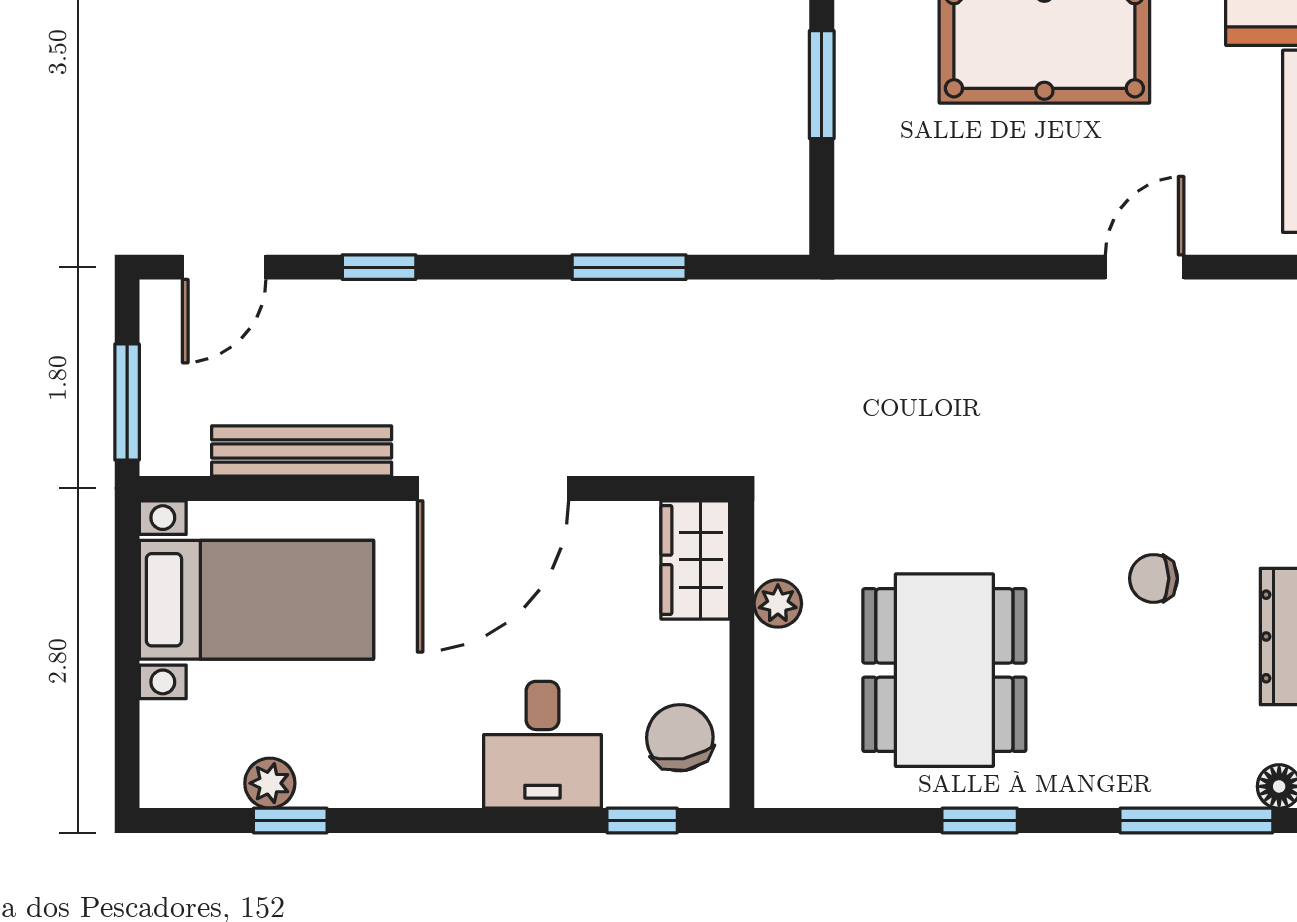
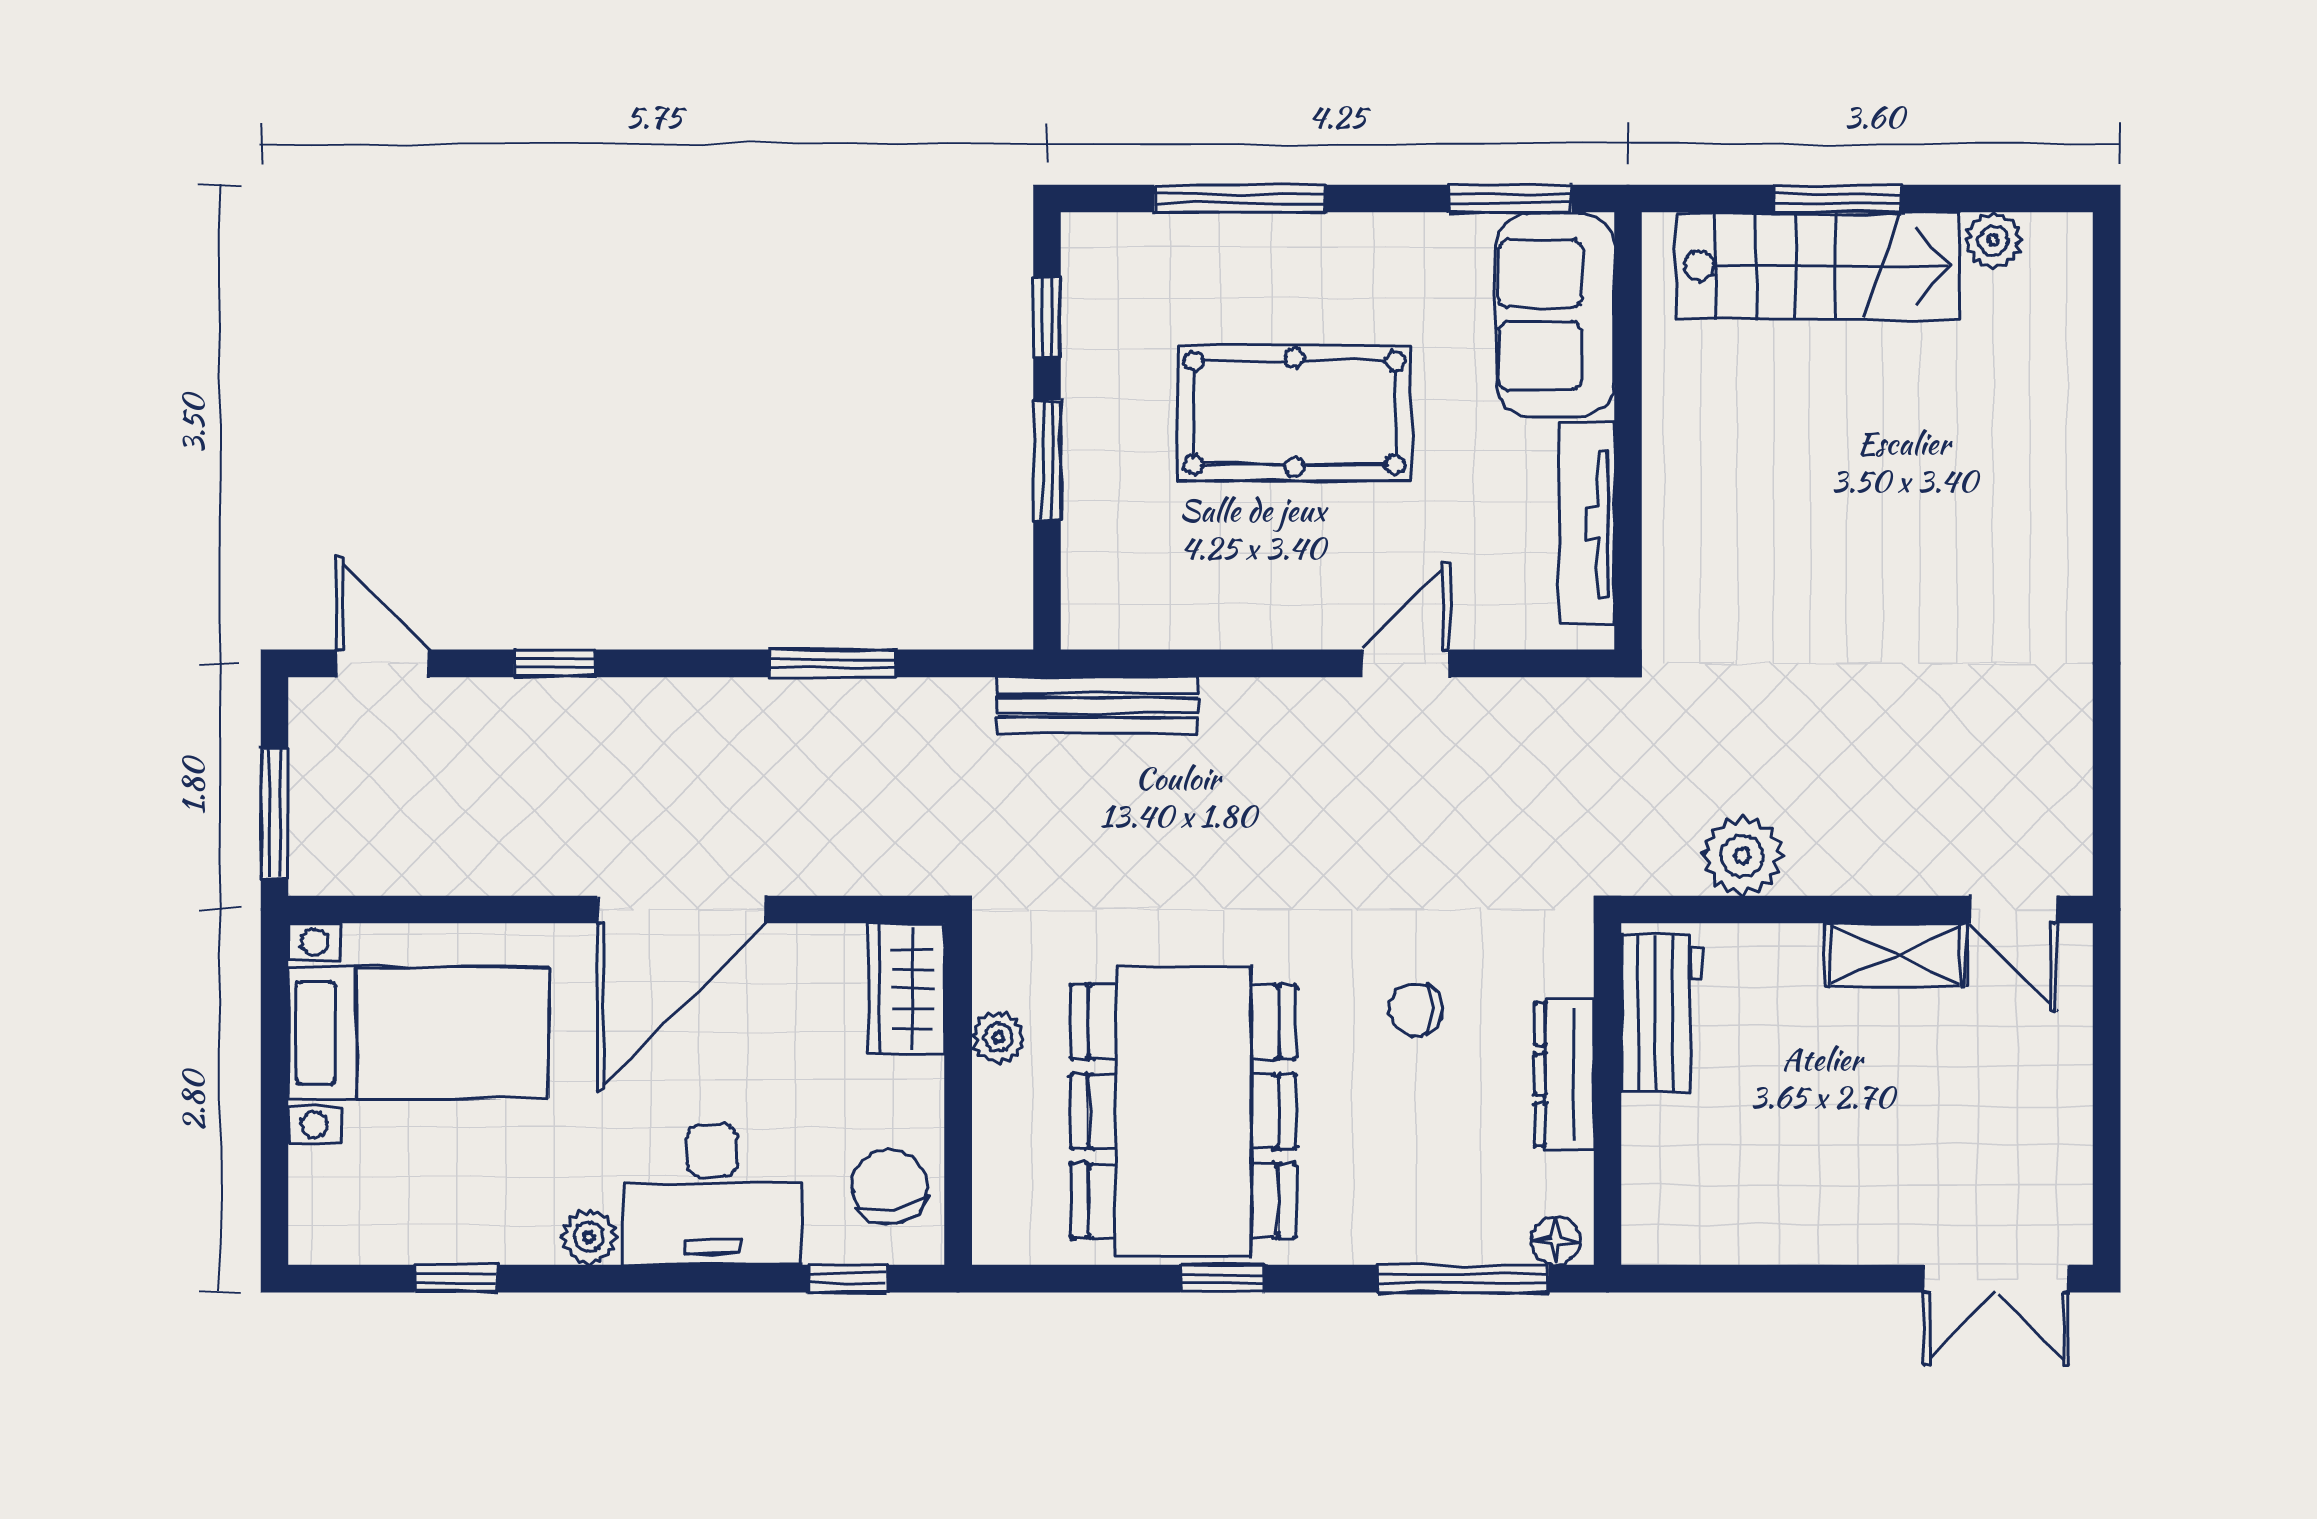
door: (224, 267) -> (382, 663), swing flipped
bench: (302, 451) -> (1097, 705), moved
dining table: (944, 670) -> (1183, 1111), width x1.36, depth x1.24
desk: (543, 745) -> (712, 1194), width x1.37
plant: (270, 783) -> (589, 1237), moved

